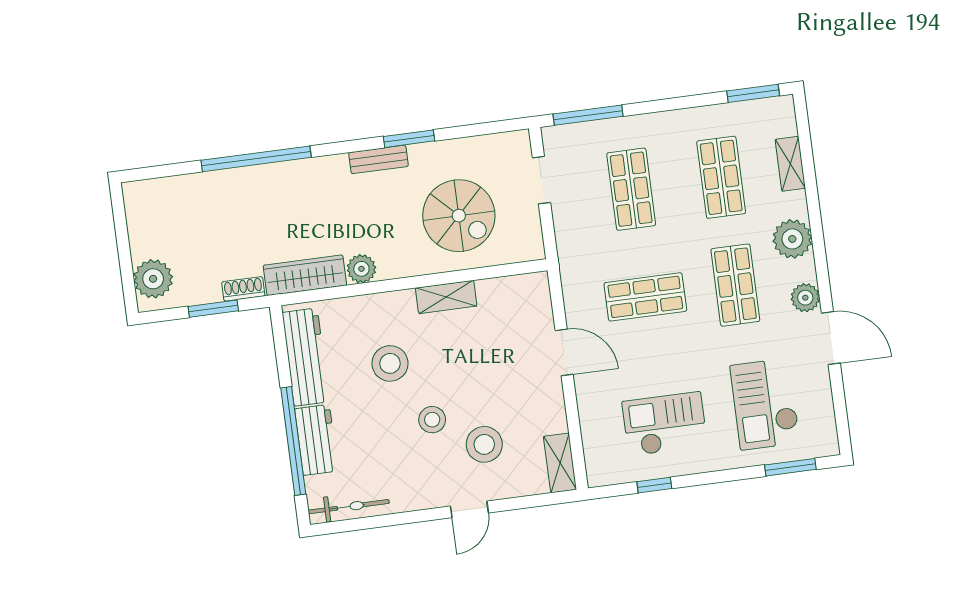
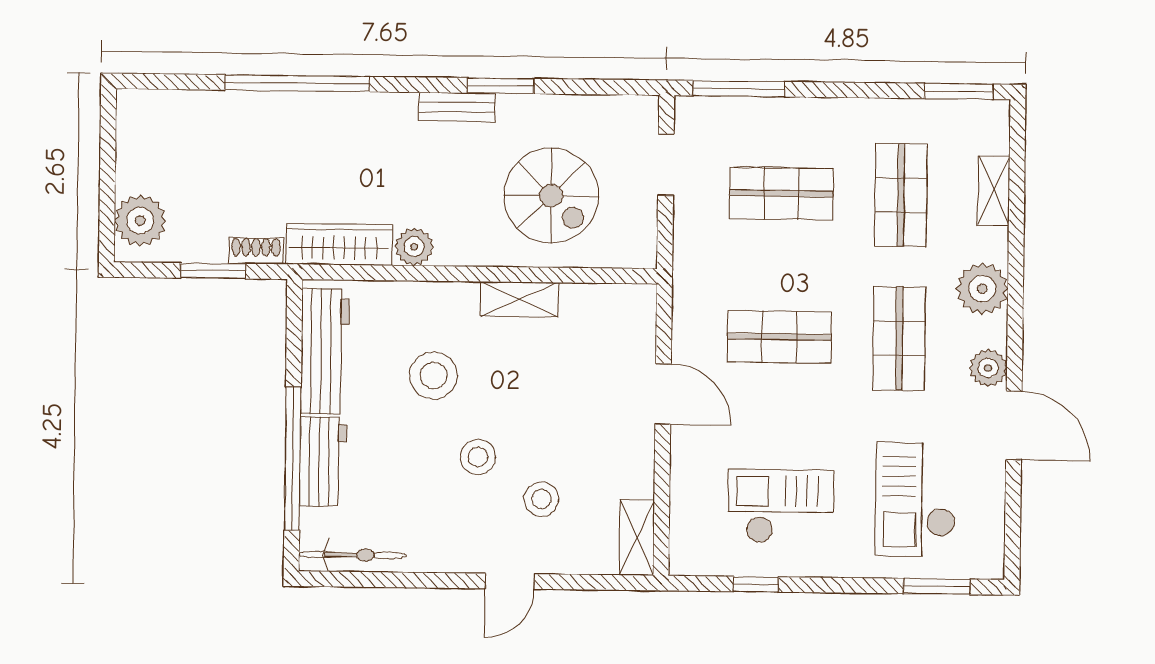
shop shelf: (631, 189) -> (781, 193), turned 90
stool: (484, 444) -> (541, 499), width x0.73, depth x0.73

